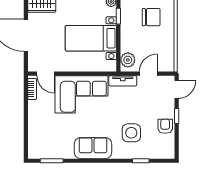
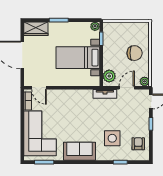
chair: (151, 17) -> (135, 53), moved
plant: (169, 66) -> (144, 81), added
corner sofa: (82, 94) -> (40, 133), moved, turned -90
armchair: (165, 126) -> (138, 144), moved

